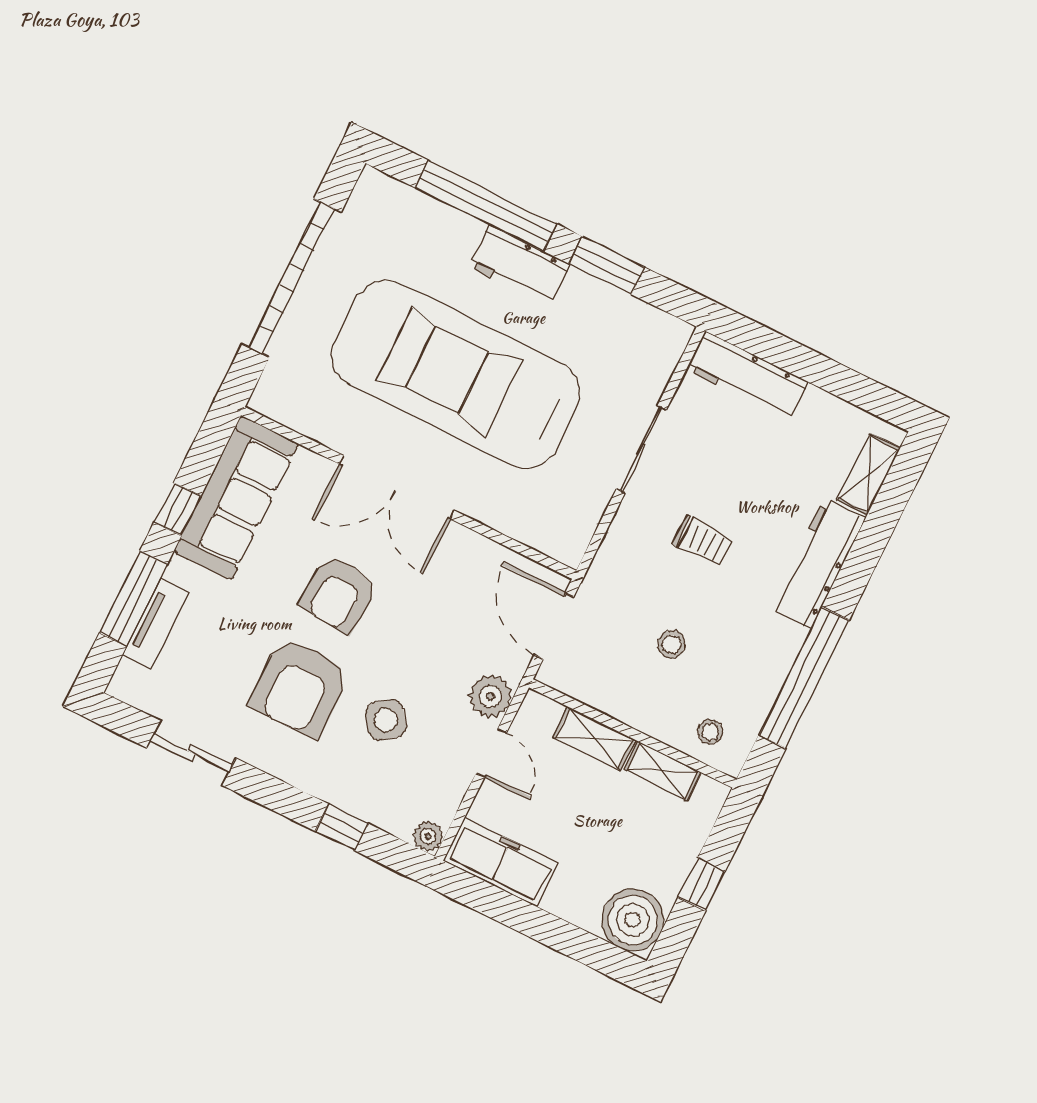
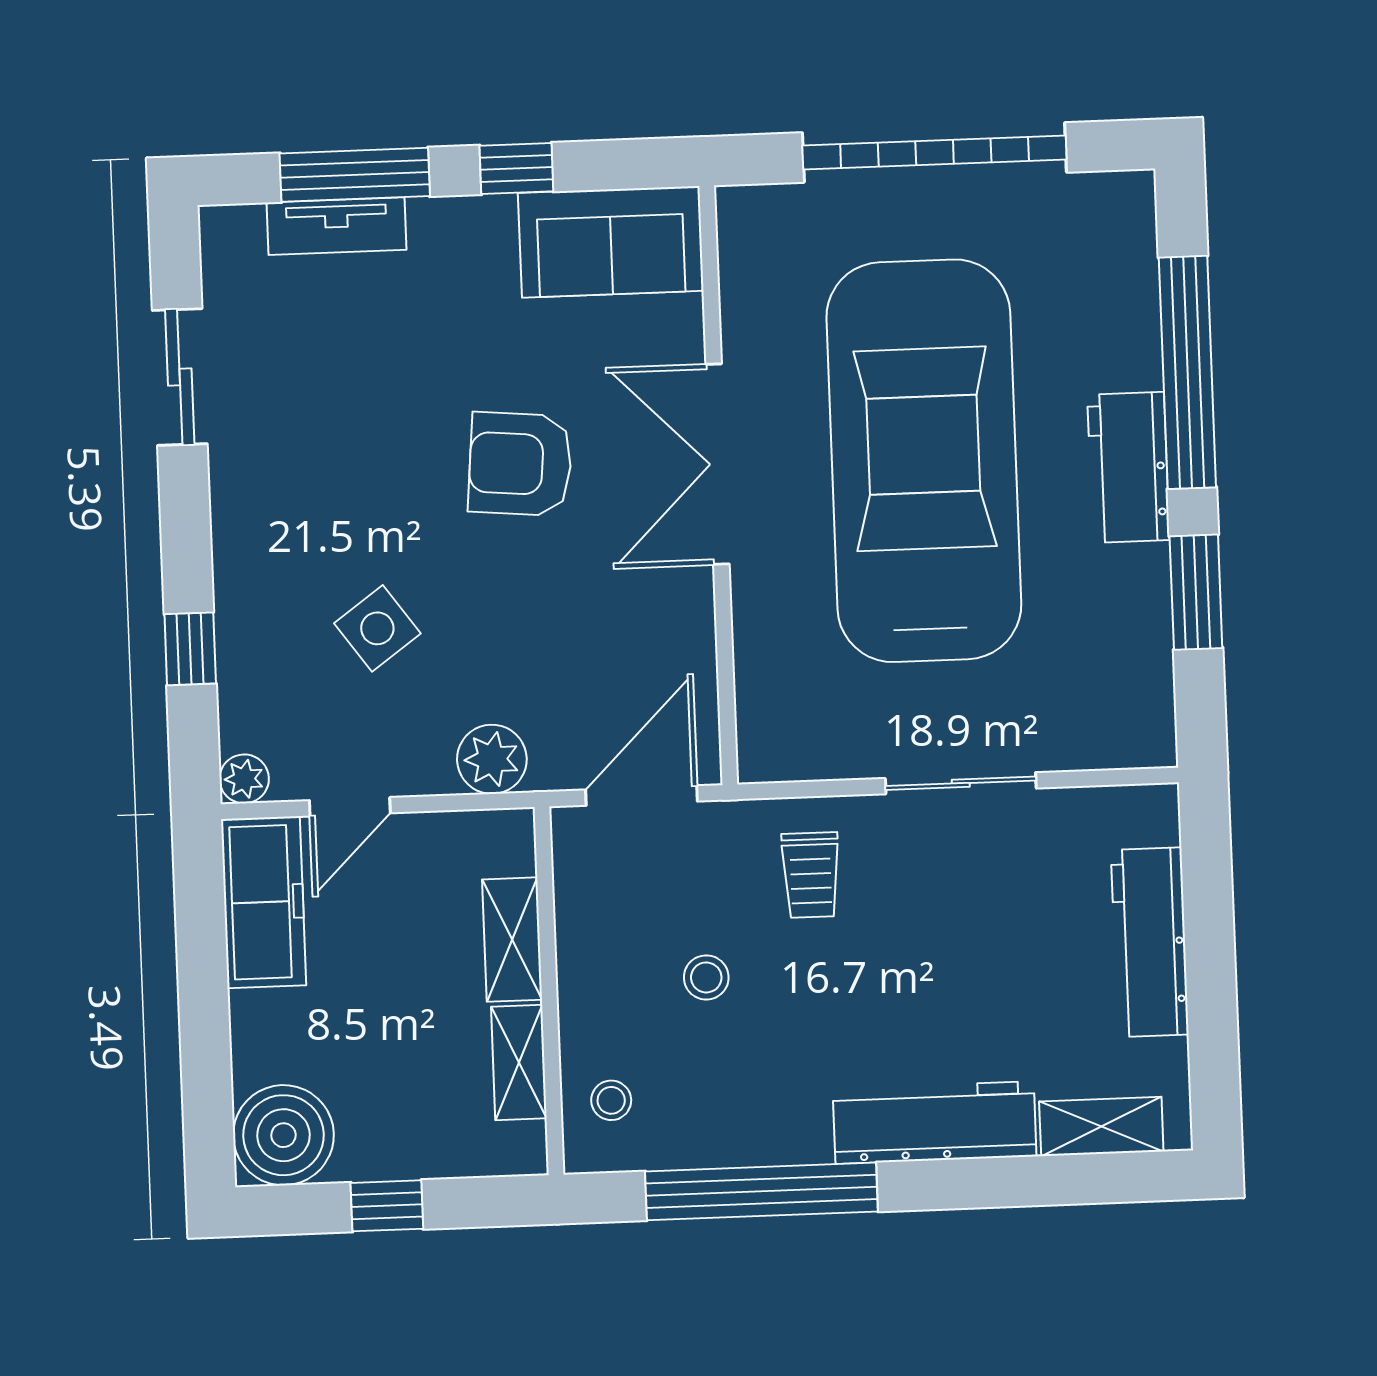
workbench: (747, 376) -> (1150, 942), moved
sofa: (236, 498) -> (611, 242), width x0.73
trolley: (703, 541) -> (811, 875), moved
armchair: (300, 687) -> (357, 480), removed
door: (491, 753) -> (350, 807), moved

